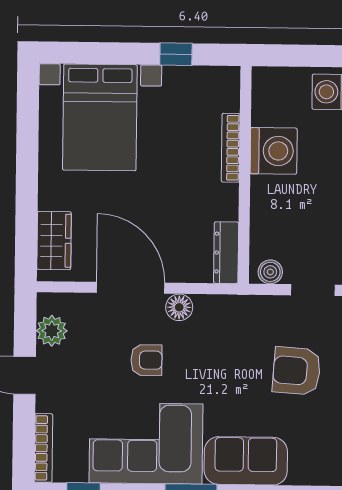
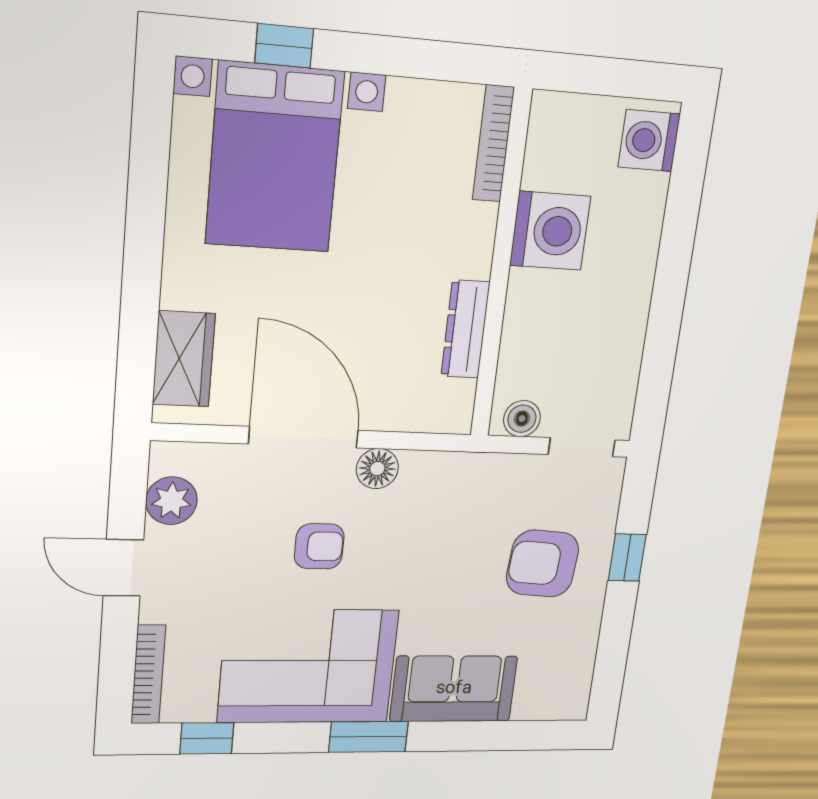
window: (176, 54) -> (284, 46), moved
bookcase: (231, 148) -> (493, 144), moved
dresser: (226, 253) -> (465, 329), moved

